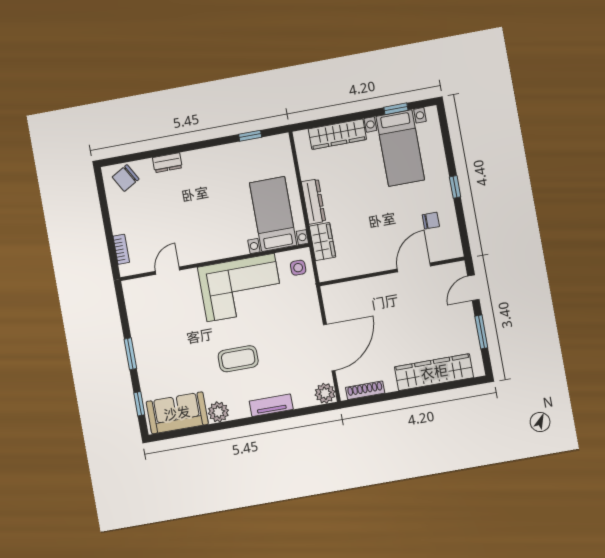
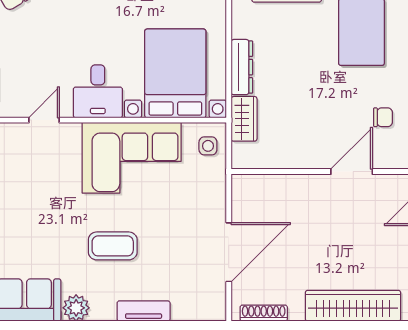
bed with nightstands: (273, 214) -> (175, 73), width x1.36
desk: (205, 241) -> (98, 91), added
plant: (325, 393) -> (213, 308), removed

